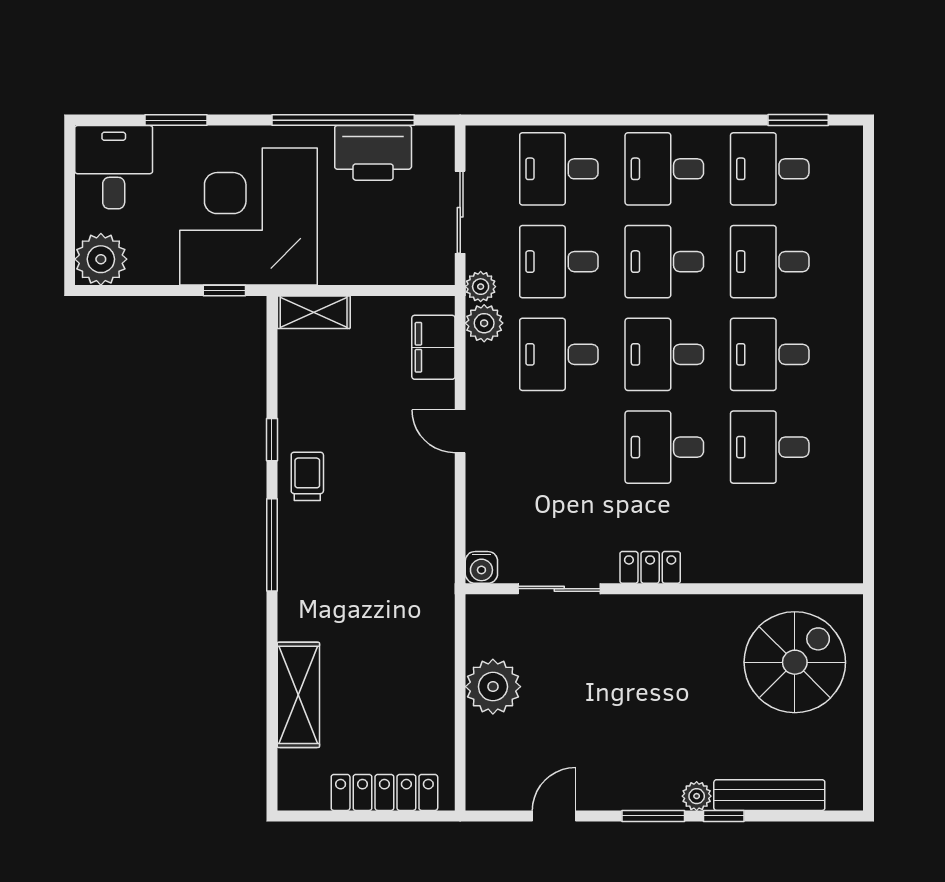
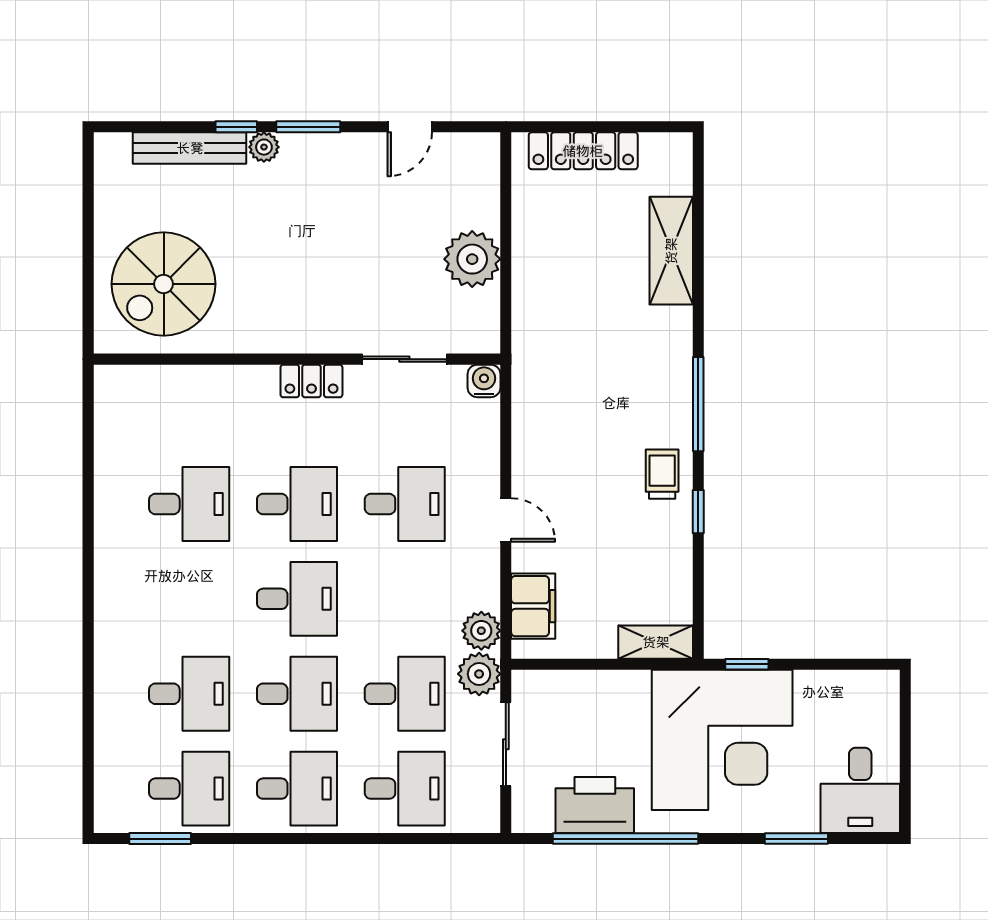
plant: (101, 259) -> (873, 696), removed
plant: (481, 287) -> (479, 674), width x1.38, depth x1.38
desk: (559, 354) -> (405, 504), moved
desk: (770, 354) -> (189, 599), removed
trolley: (307, 476) -> (662, 474), turned 180

